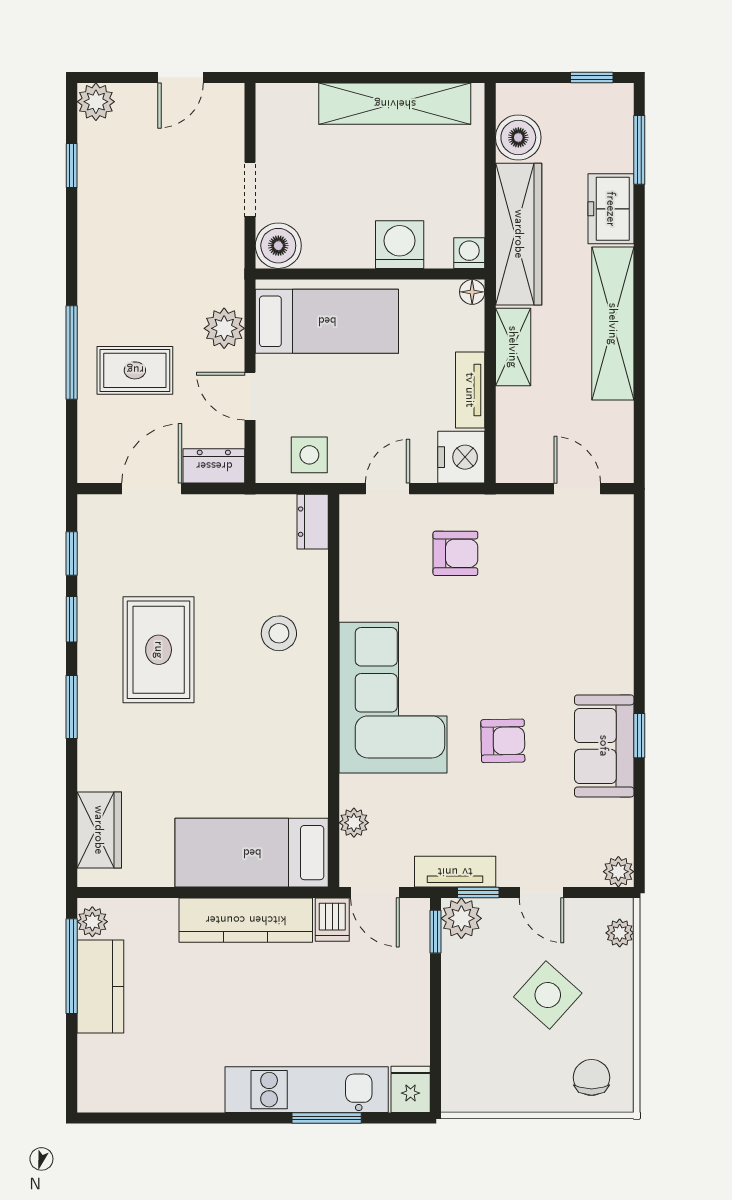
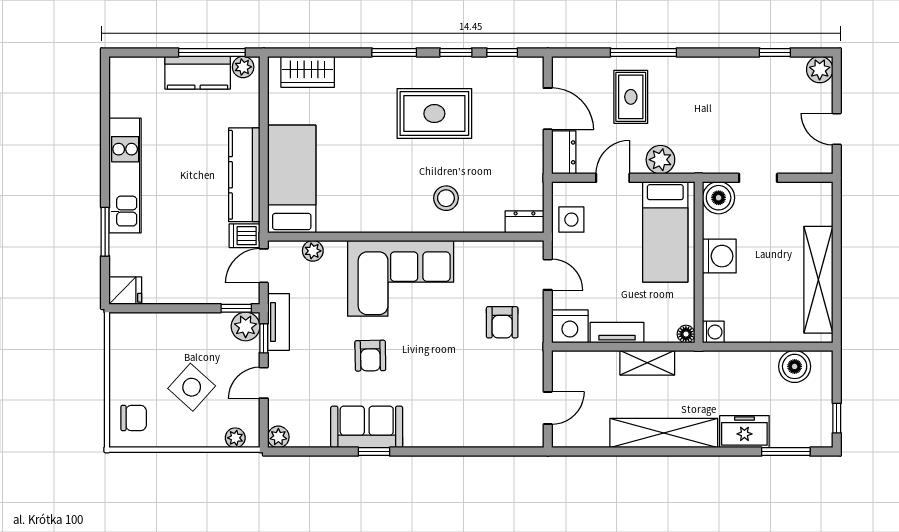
wardrobe: (519, 234) -> (727, 367), removed
washing machine: (400, 245) -> (719, 256), moved
kitchen unit: (307, 1090) -> (125, 176), moved

